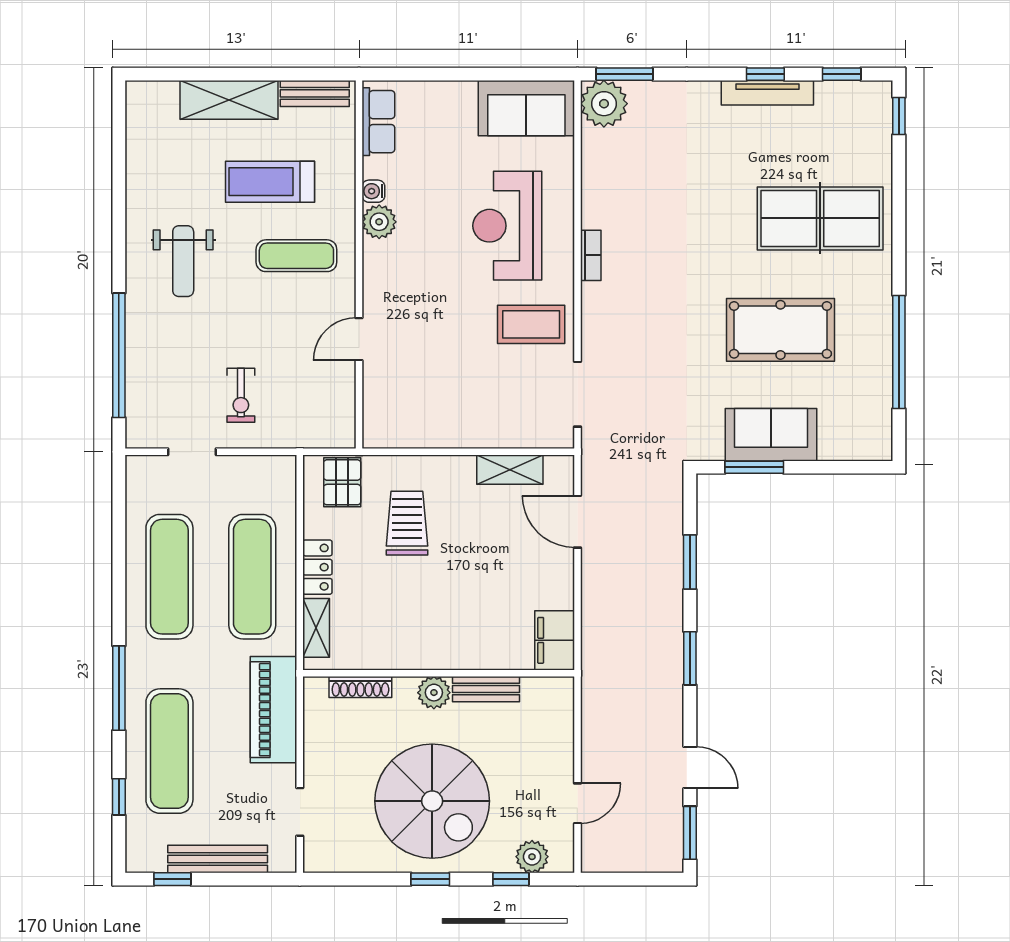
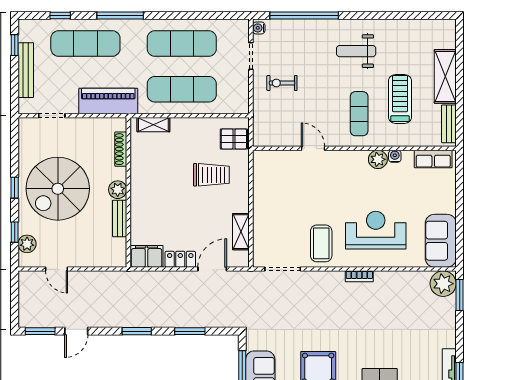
water cooler: (141, 437) -> (259, 28), added
locker: (317, 567) -> (180, 259), moved, turned 180

